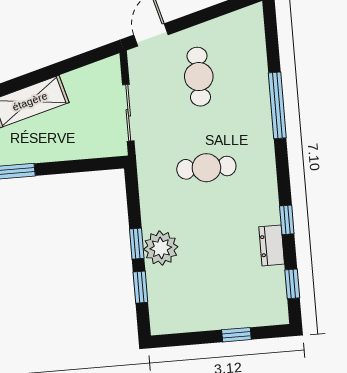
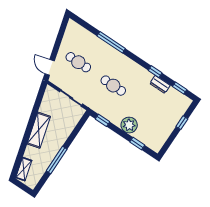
cafe table: (206, 168) -> (113, 86), turned 90
window: (137, 244) -> (103, 120), moved

